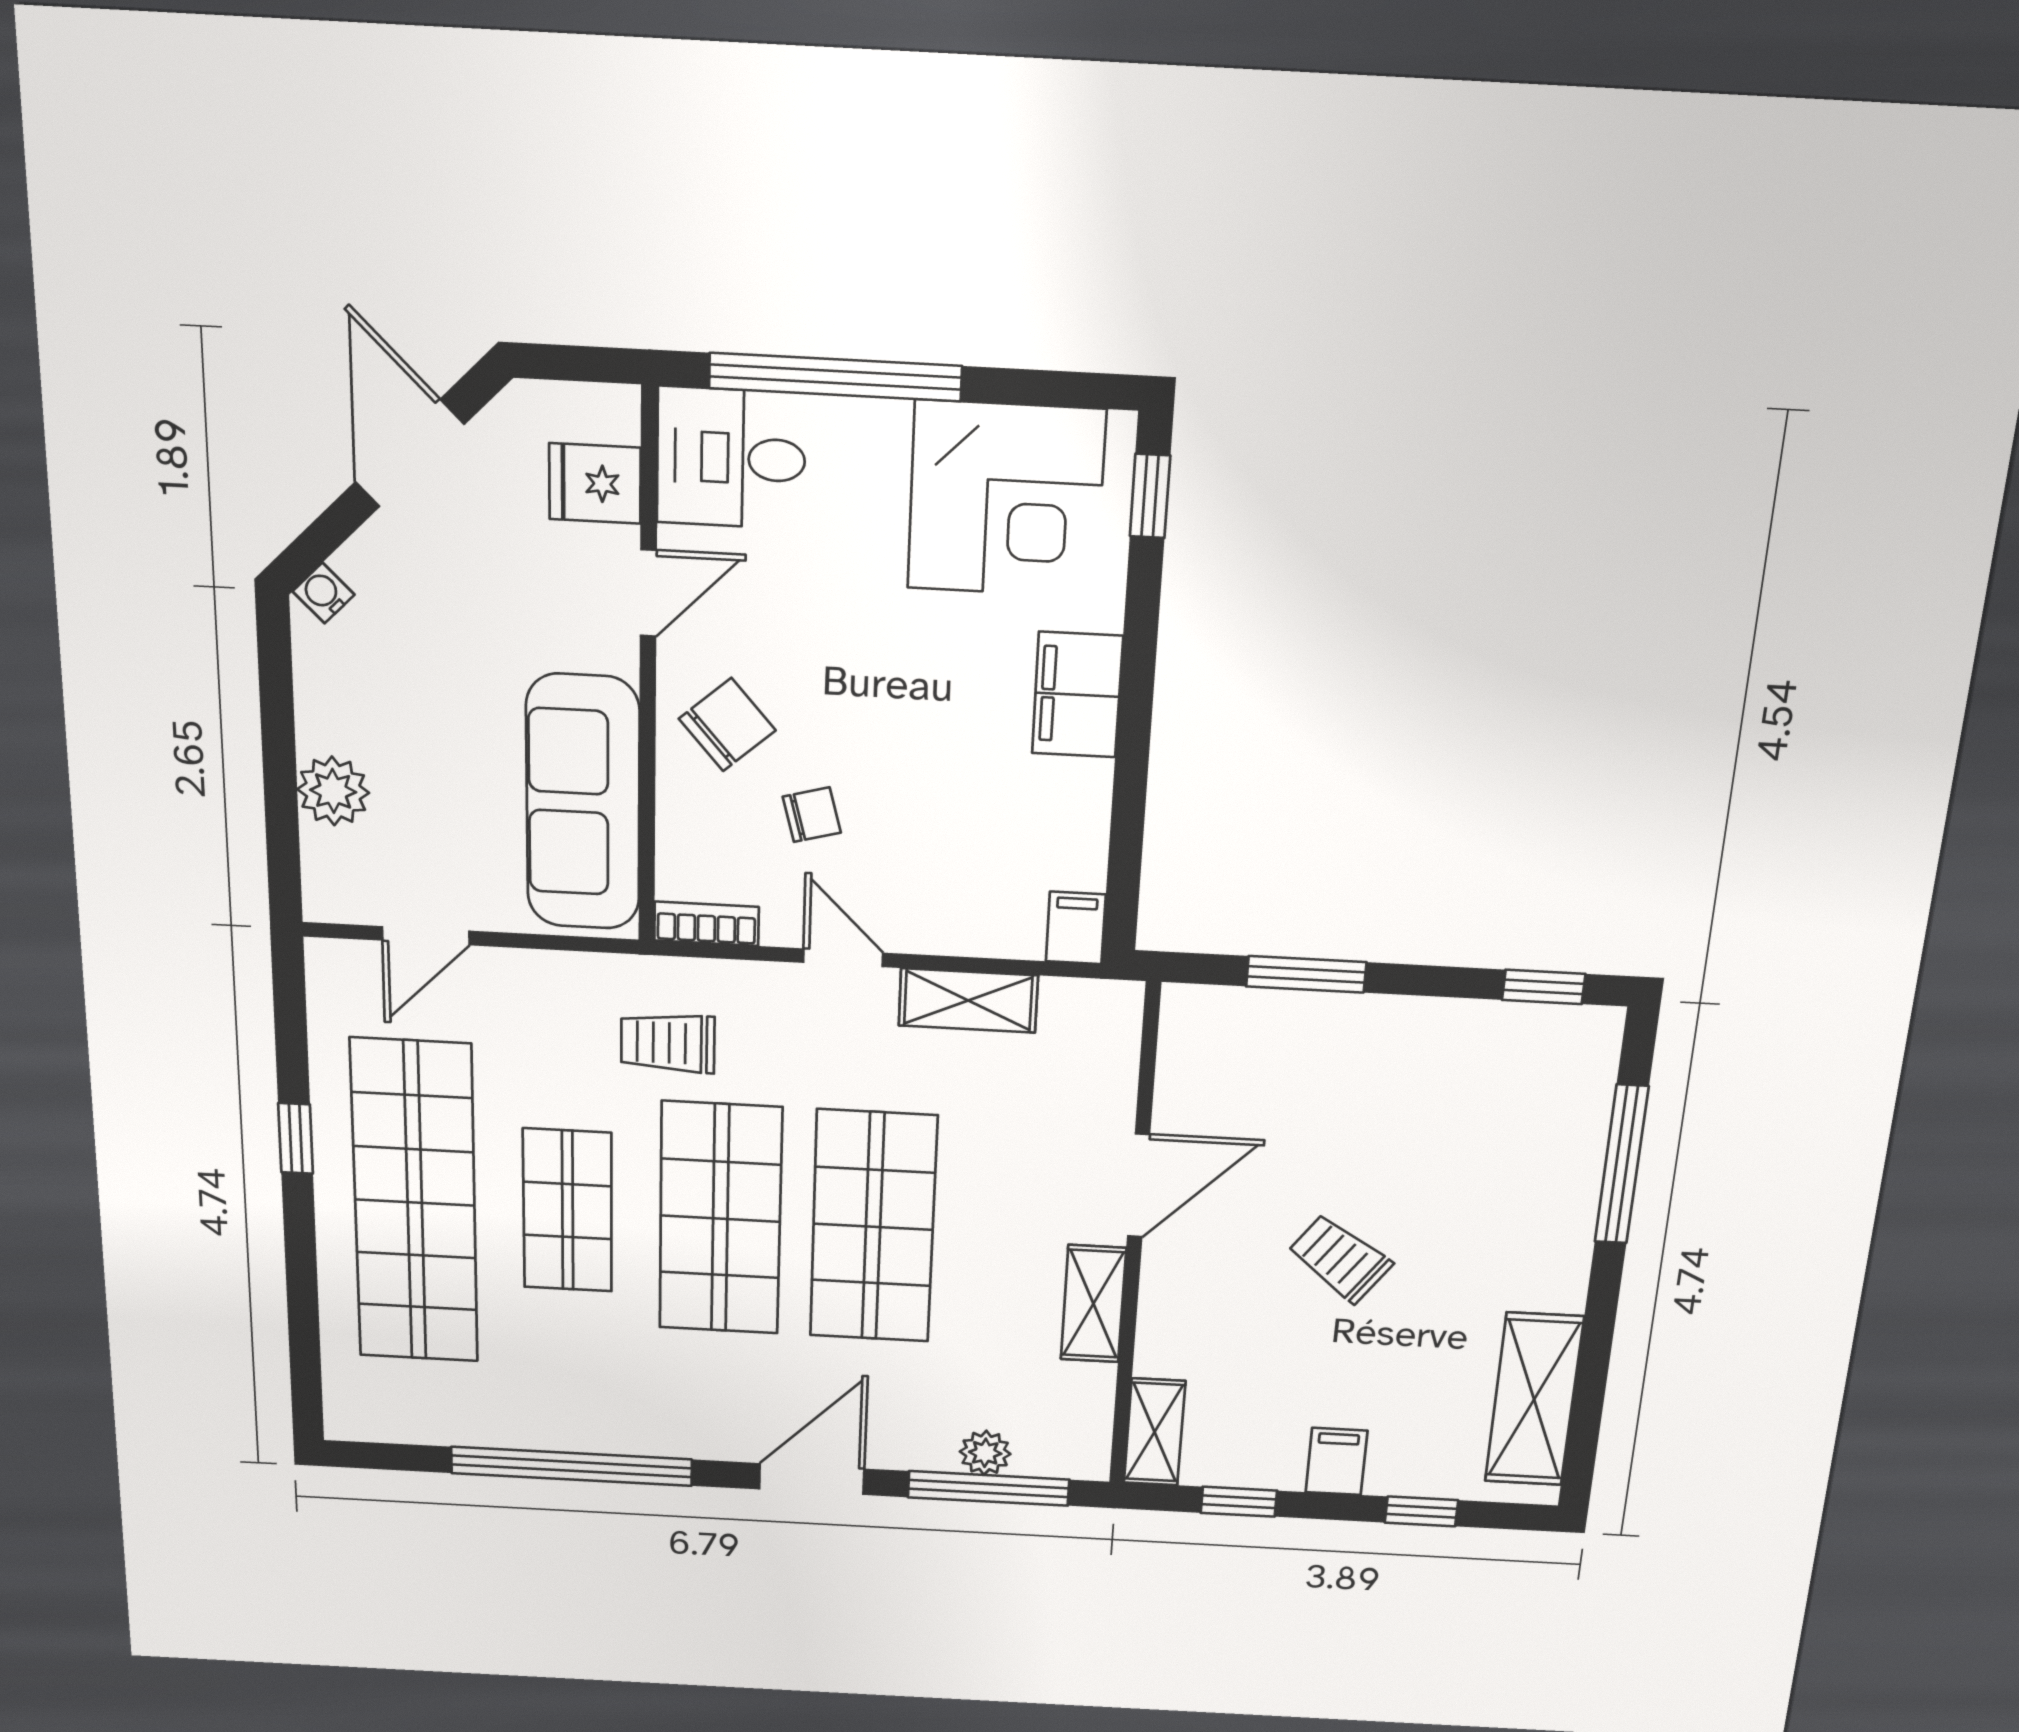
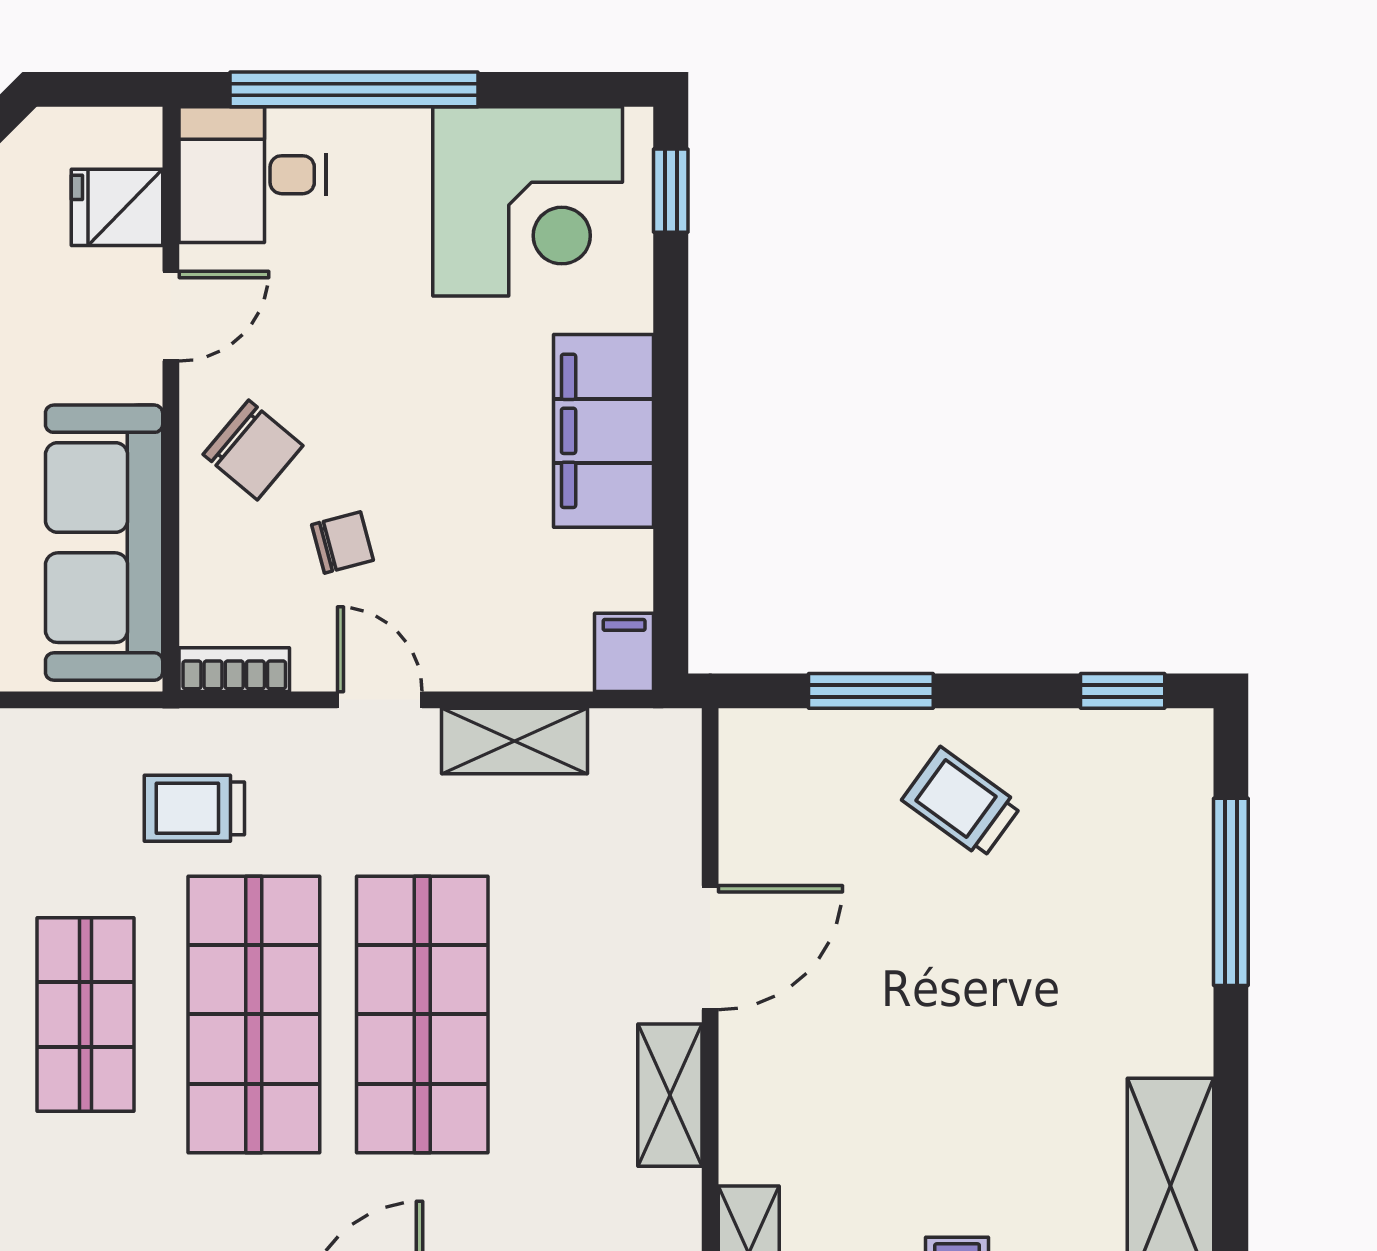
filing cabinet: (1077, 695) -> (604, 431), width x1.50, depth x1.17
chair: (727, 725) -> (253, 450), turned 81
trolley: (1340, 1258) -> (962, 803), moved

